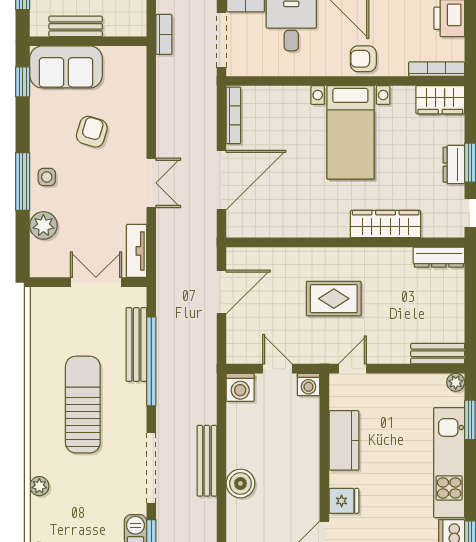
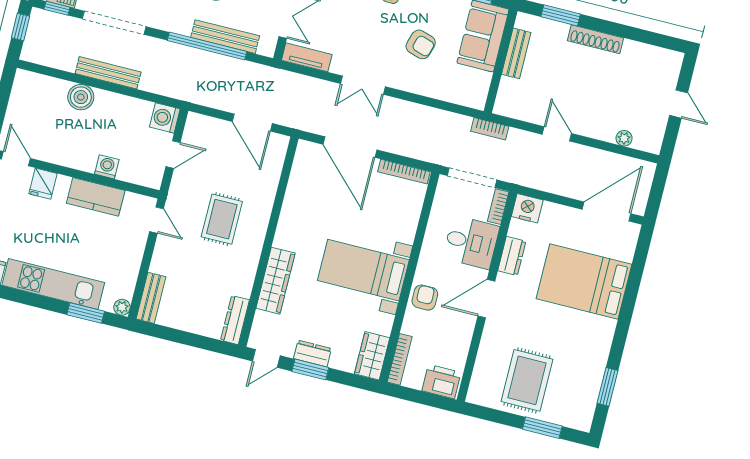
washing machine: (308, 385) -> (107, 167), moved, turned 90

